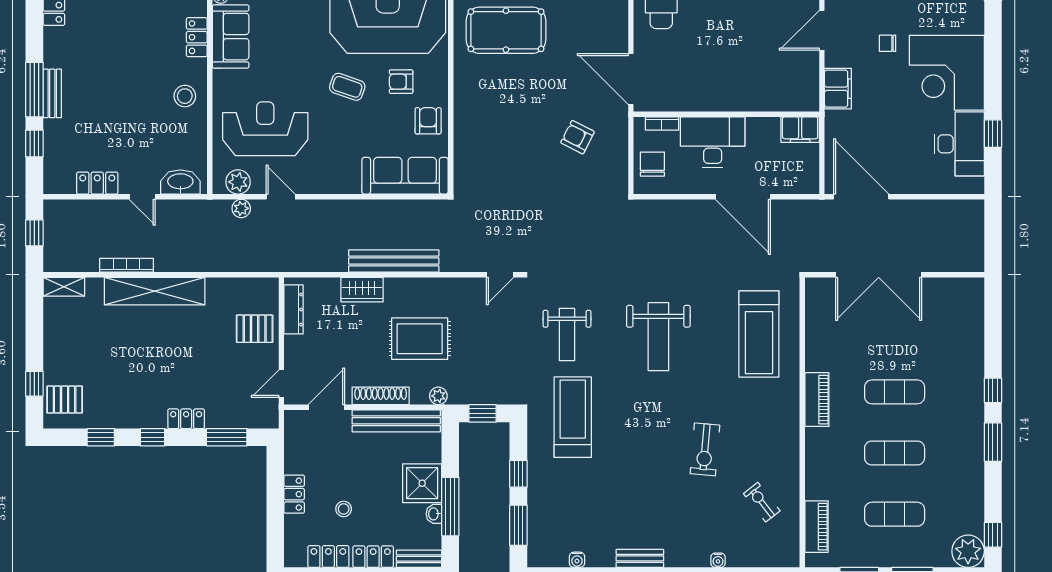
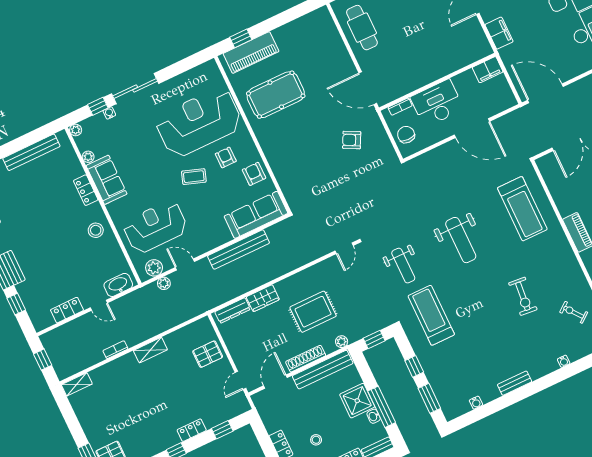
armchair: (401, 82) -> (226, 157), turned 90
bench: (394, 261) -> (239, 250), moved
bookcase: (127, 265) -> (115, 350), width x0.64
shelving: (155, 291) -> (150, 350), width x0.45, depth x0.75
dresser: (294, 309) -> (233, 311), moved, turned 90
window: (227, 437) -> (222, 430), width x0.67

